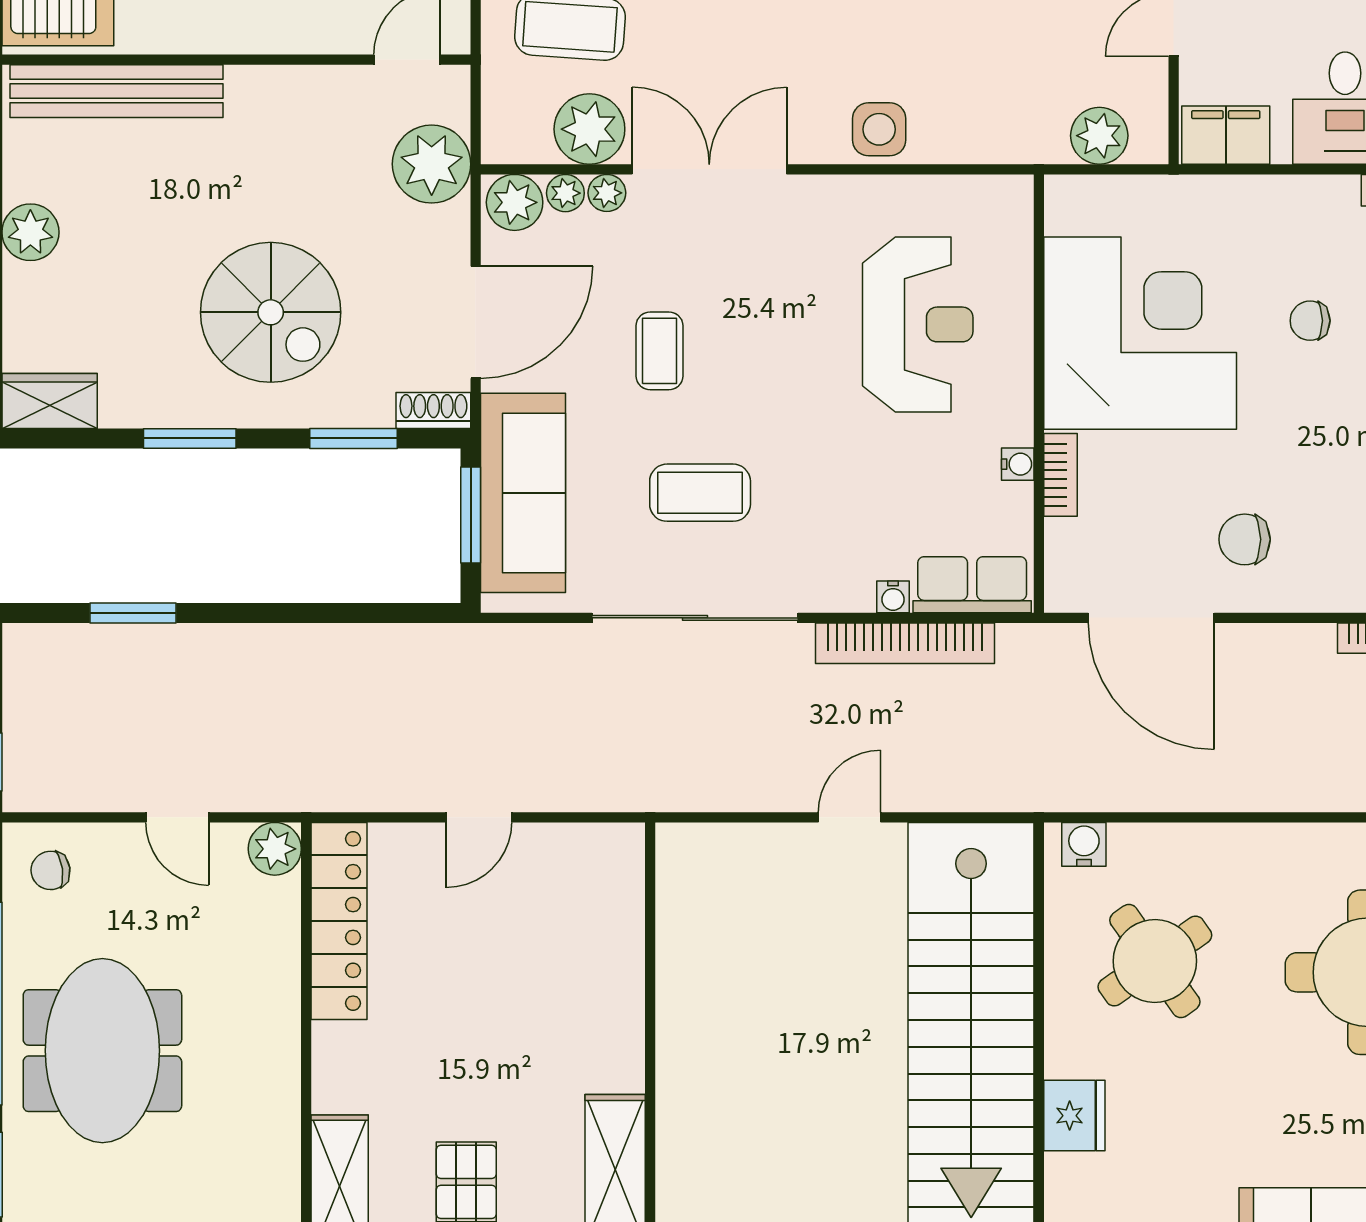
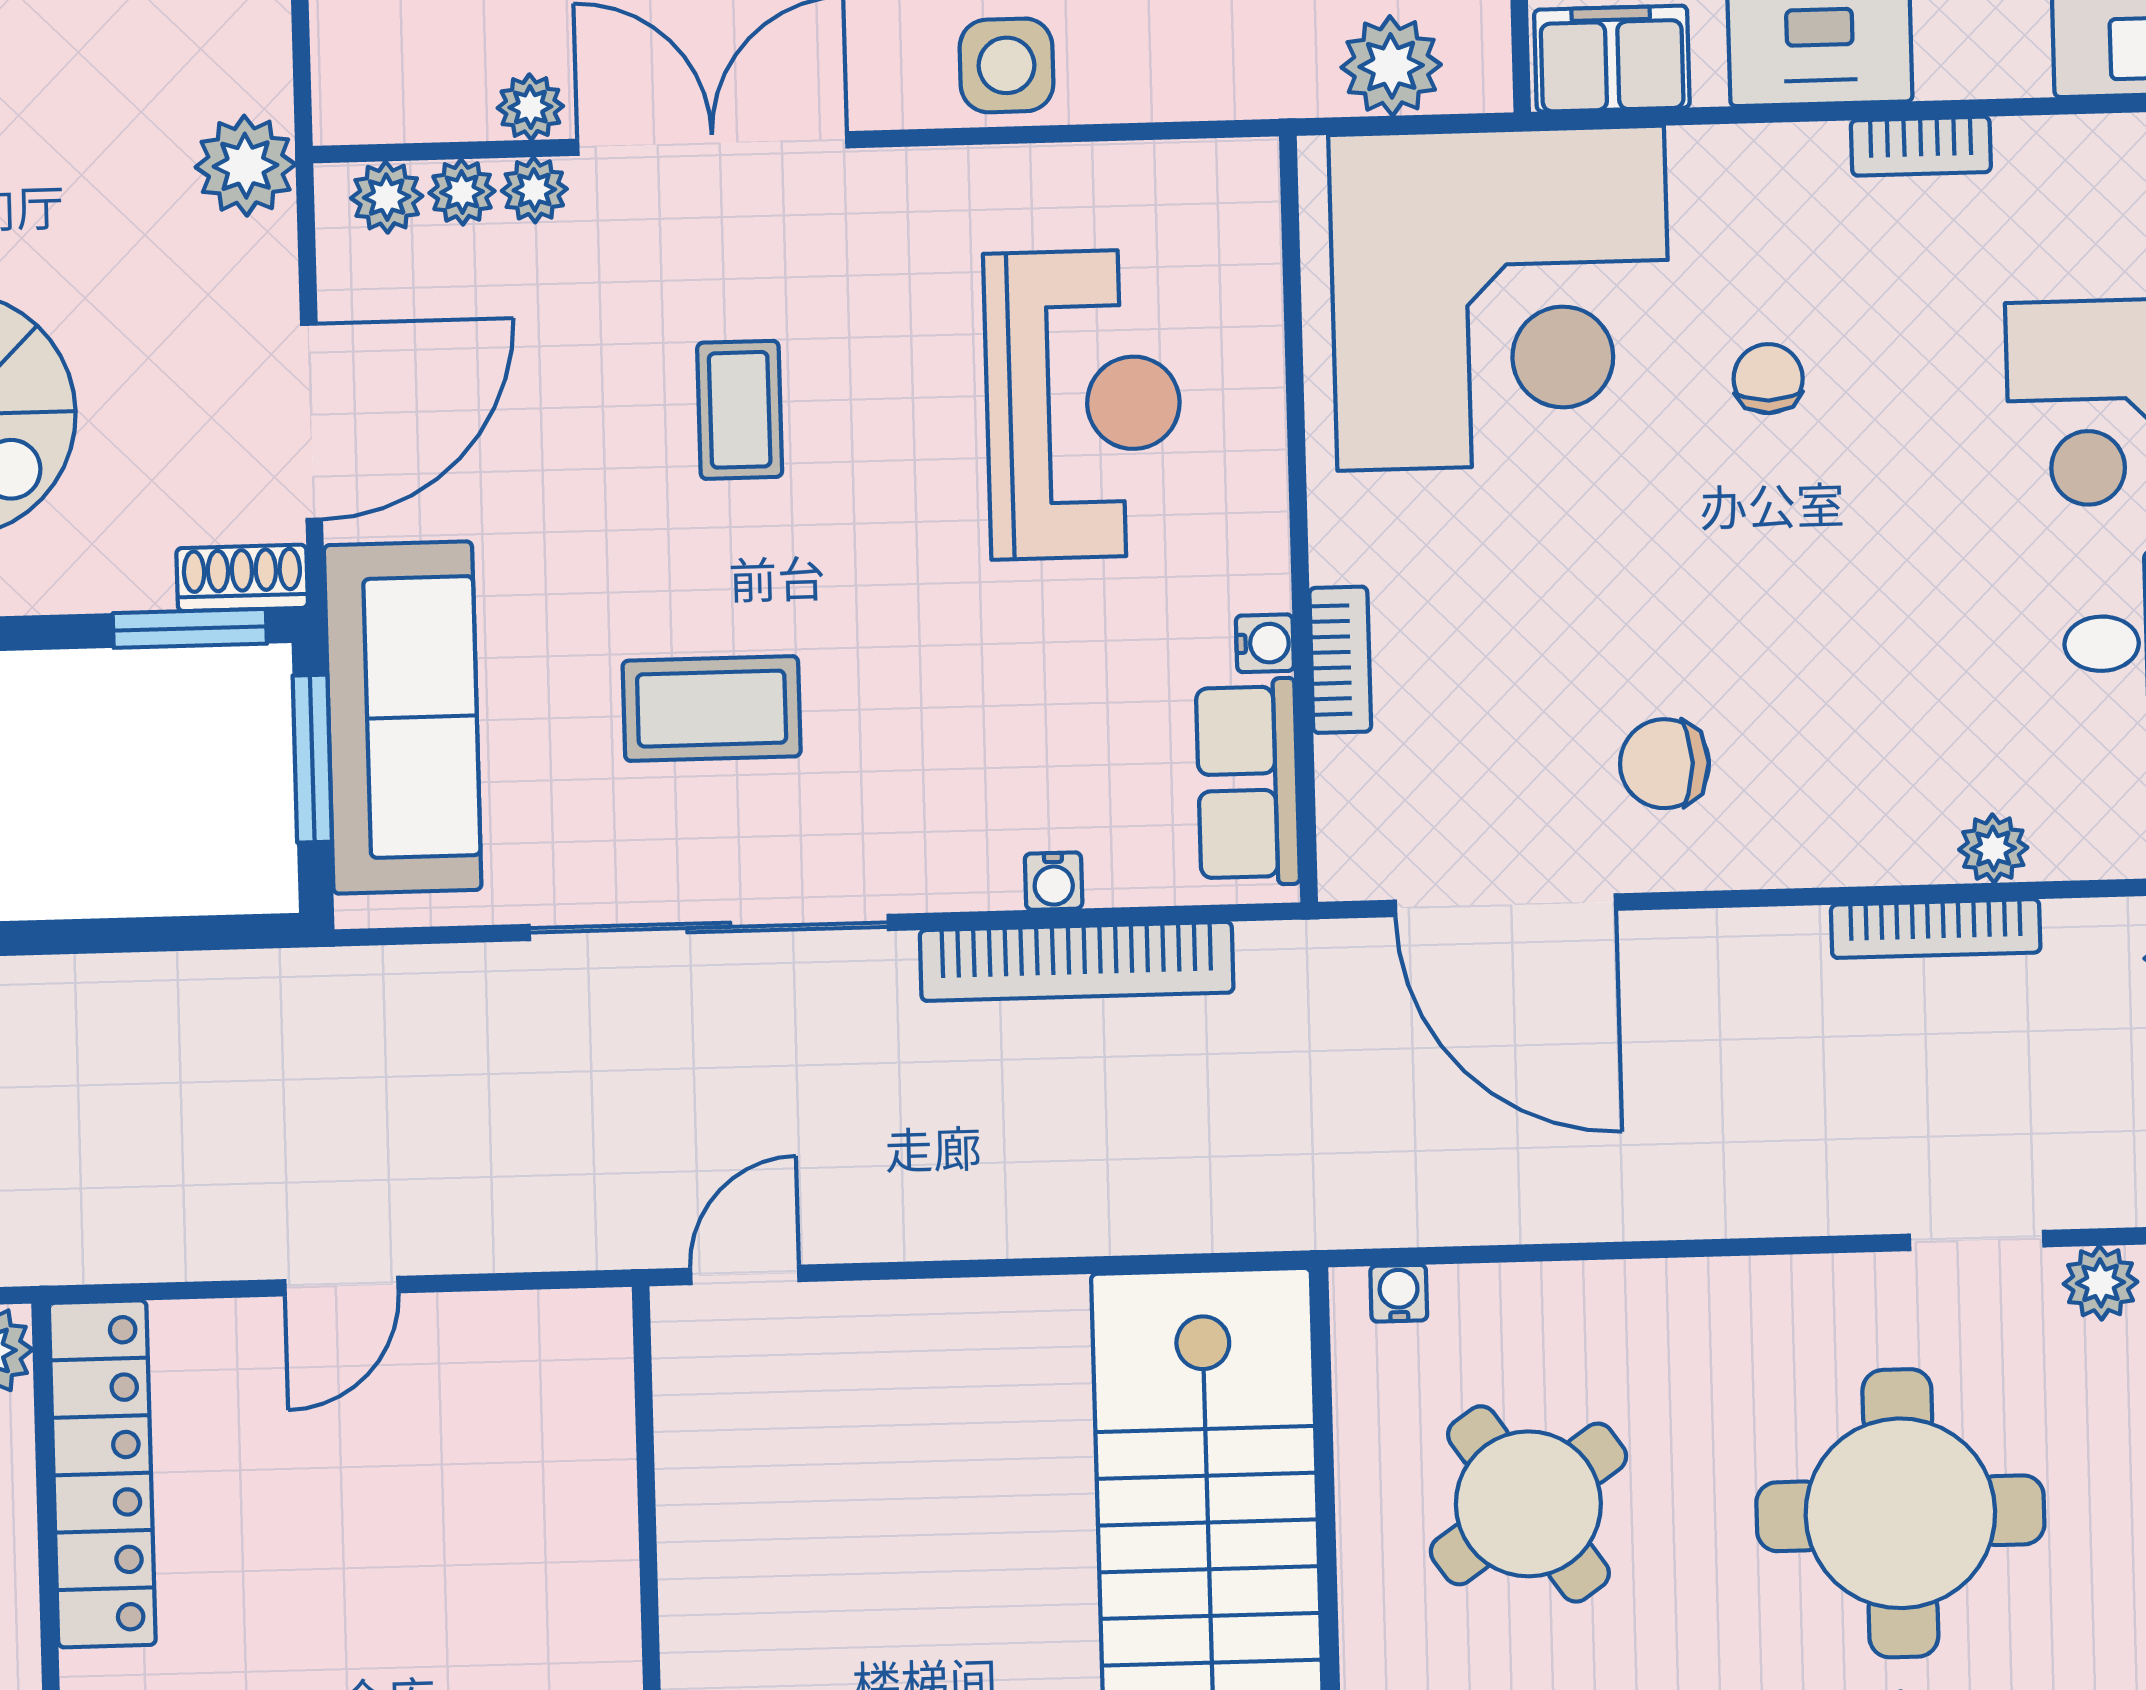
plant: (589, 129) -> (530, 107), width x0.53, depth x0.53
plant: (432, 164) -> (246, 166), width x0.73, depth x0.73
plant: (515, 202) -> (387, 197), width x0.73, depth x0.73
chair: (1310, 321) -> (1768, 379), turned 90
corner desk: (1140, 333) -> (1501, 298), moved, turned 90
coffee table: (659, 351) -> (740, 410), moved
window: (353, 438) -> (190, 628), moved
row of seats: (972, 585) -> (1248, 782), moved, turned -90
door: (849, 817) -> (745, 1275), moved
water cooler: (1084, 844) -> (1399, 1293), width x0.72, depth x0.72

